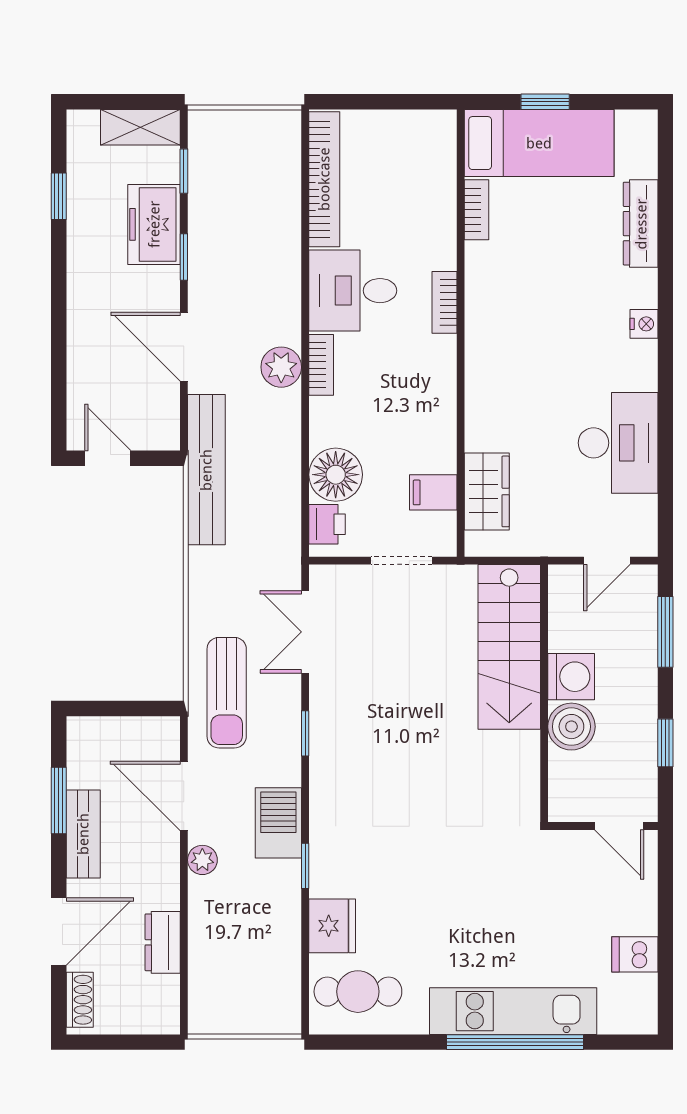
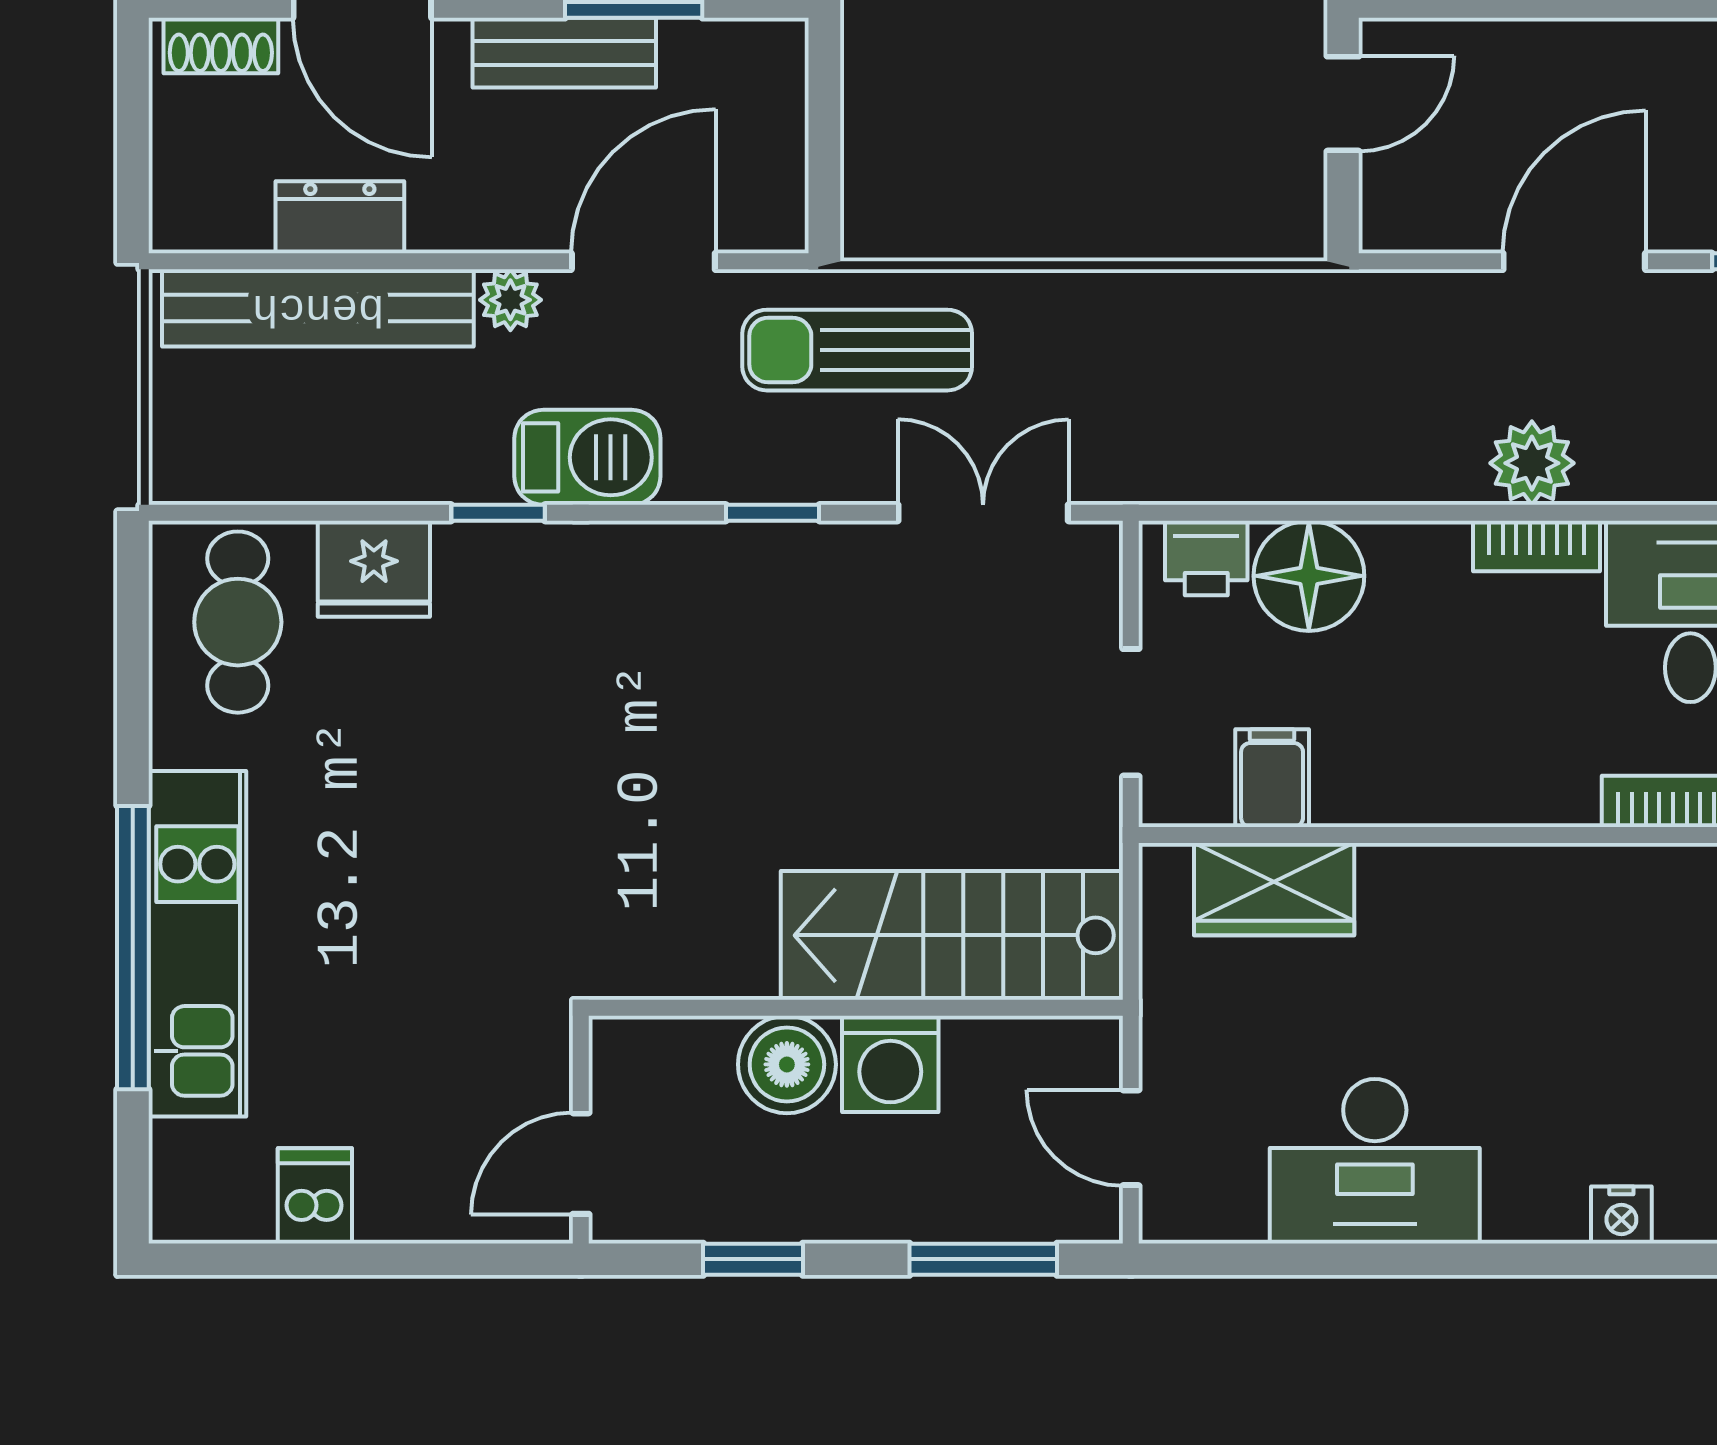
bench: (206, 470) -> (318, 308), moved

